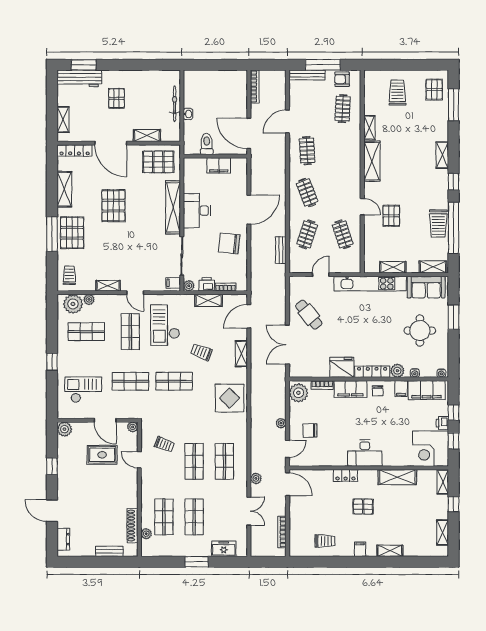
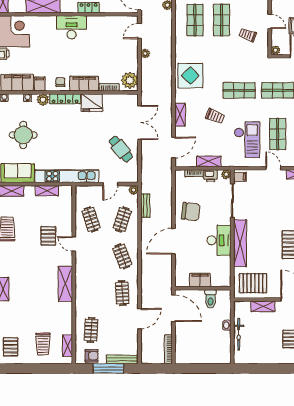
shelving: (369, 128) -> (68, 346), moved
plant: (294, 268) -> (134, 190), added
chair: (310, 430) -> (120, 47), removed

